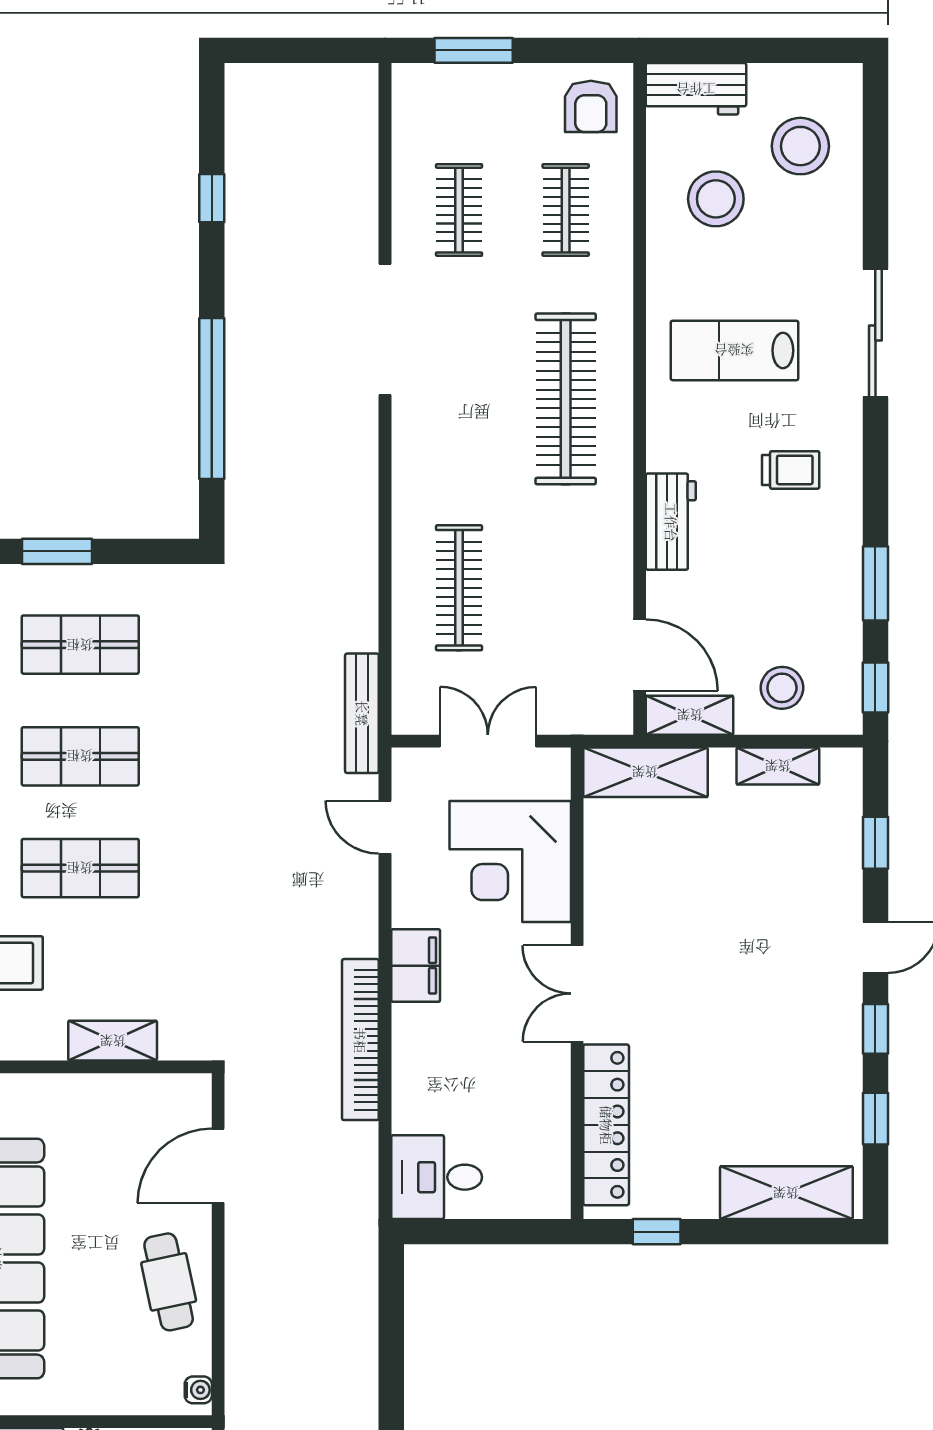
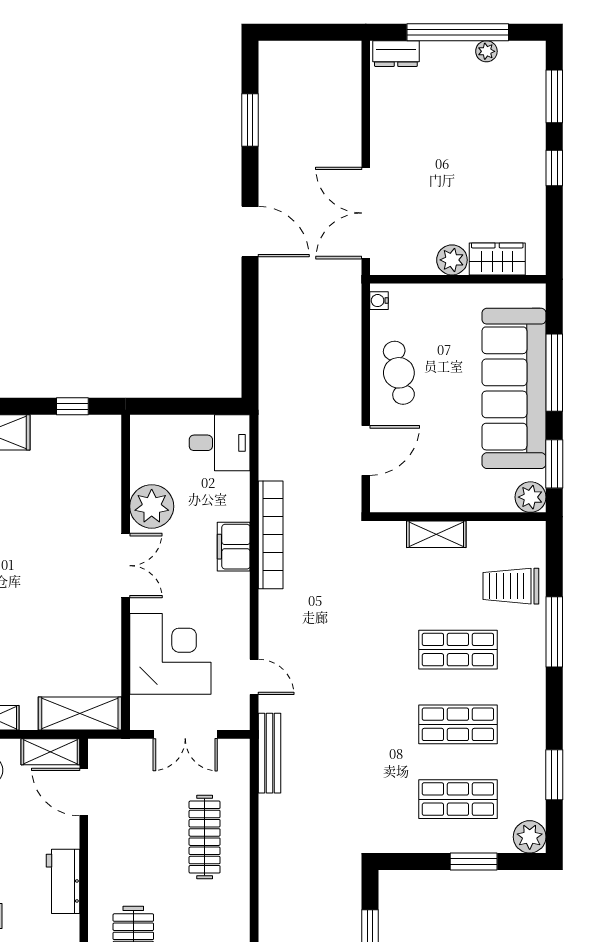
filing cabinet: (416, 966) -> (234, 547), moved
plant: (538, 1082) -> (152, 506), added
locker: (606, 1125) -> (106, 478), removed

